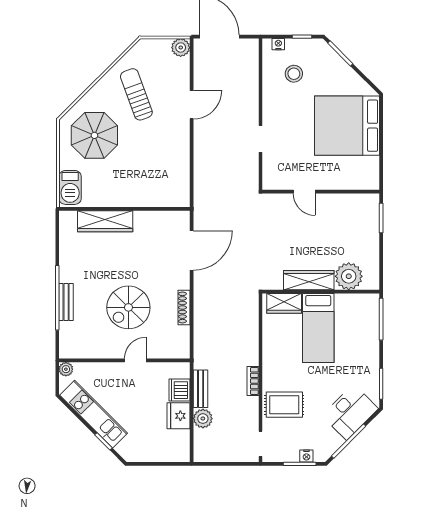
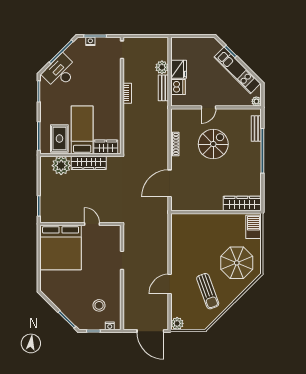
bed: (347, 126) -> (61, 248), moved, turned 90
wardrobe: (105, 221) -> (242, 204), moved
bench: (66, 302) -> (256, 128), moved
rug: (284, 405) -> (59, 139), moved, turned 90

